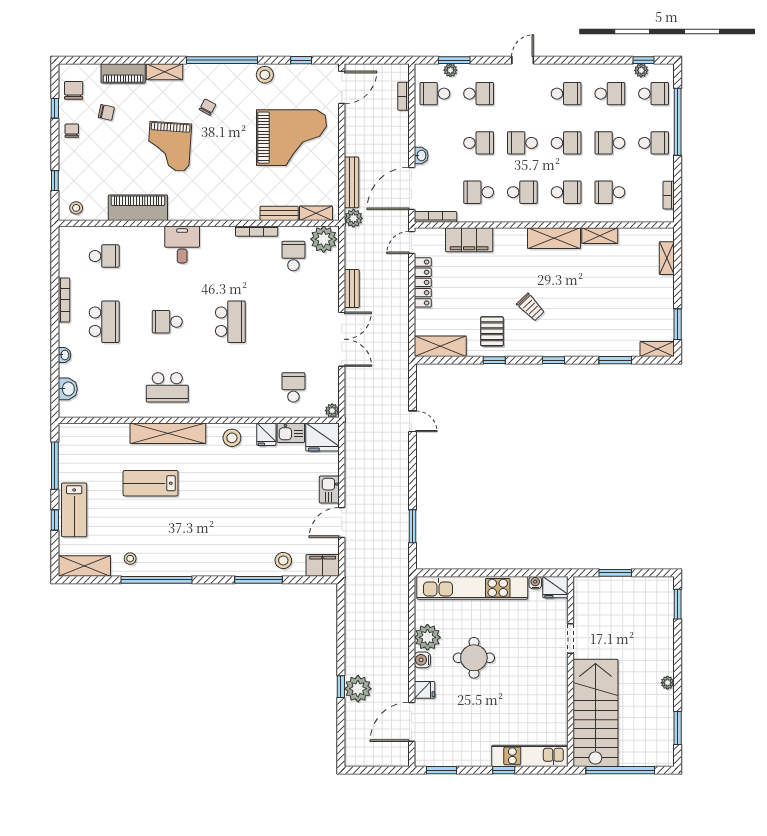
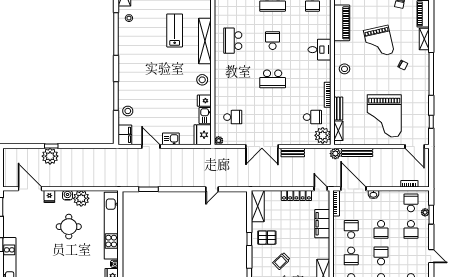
stool: (265, 75) -> (344, 69), moved
grand piano: (169, 146) -> (379, 42), turned -107

